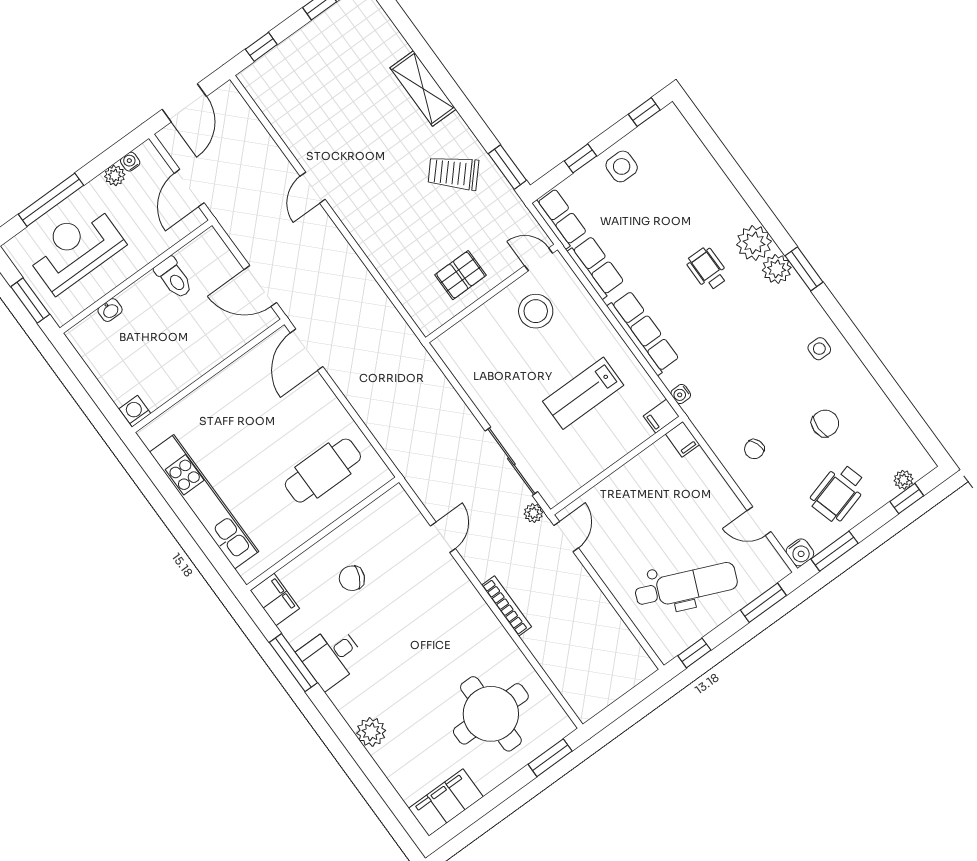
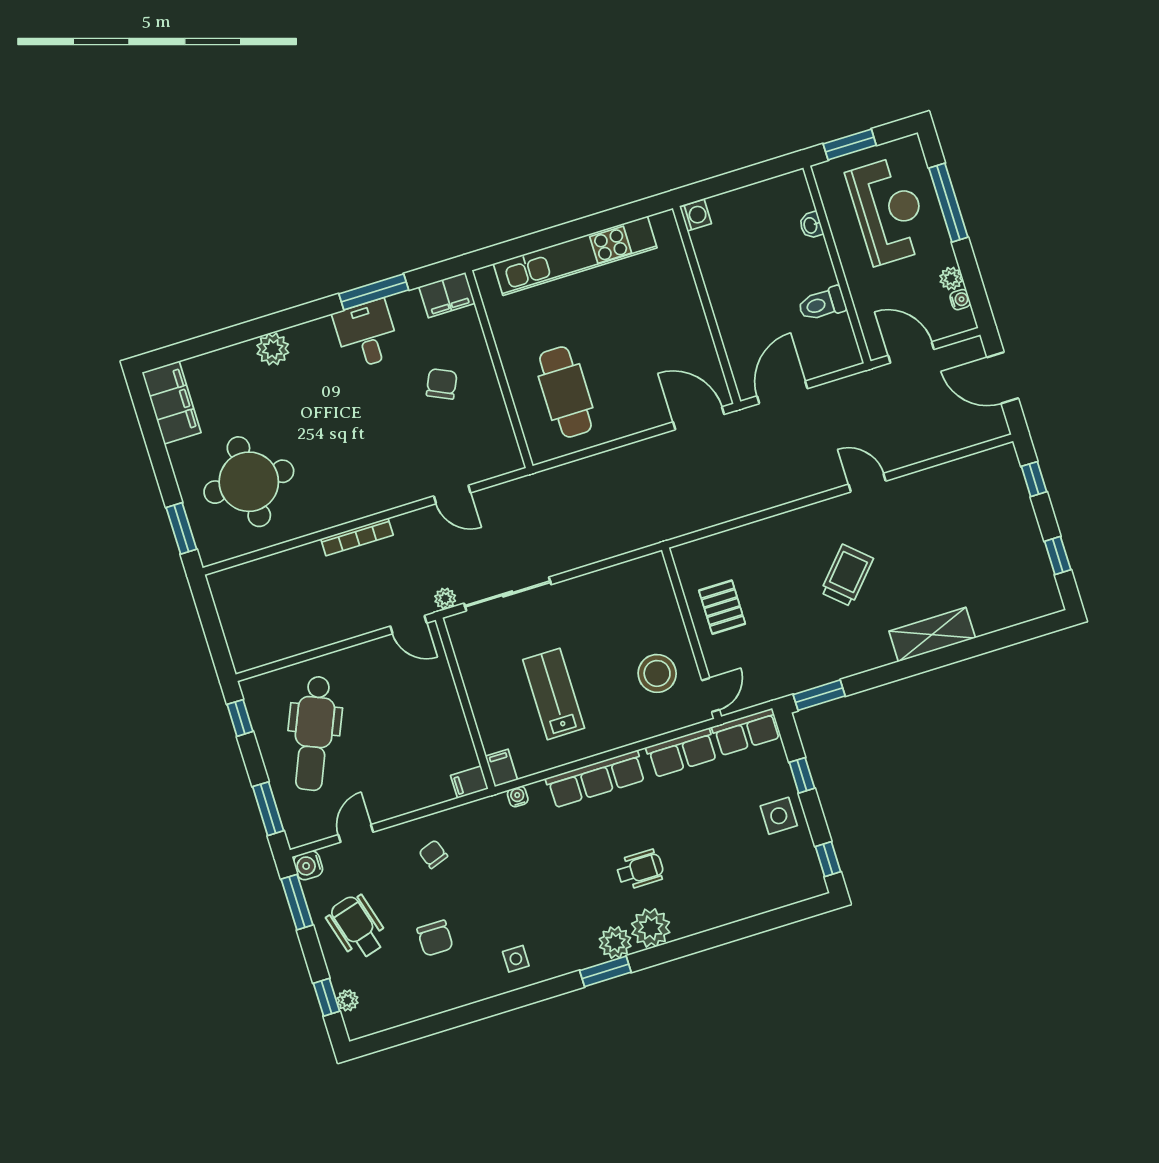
trolley: (453, 173) -> (847, 575), moved

